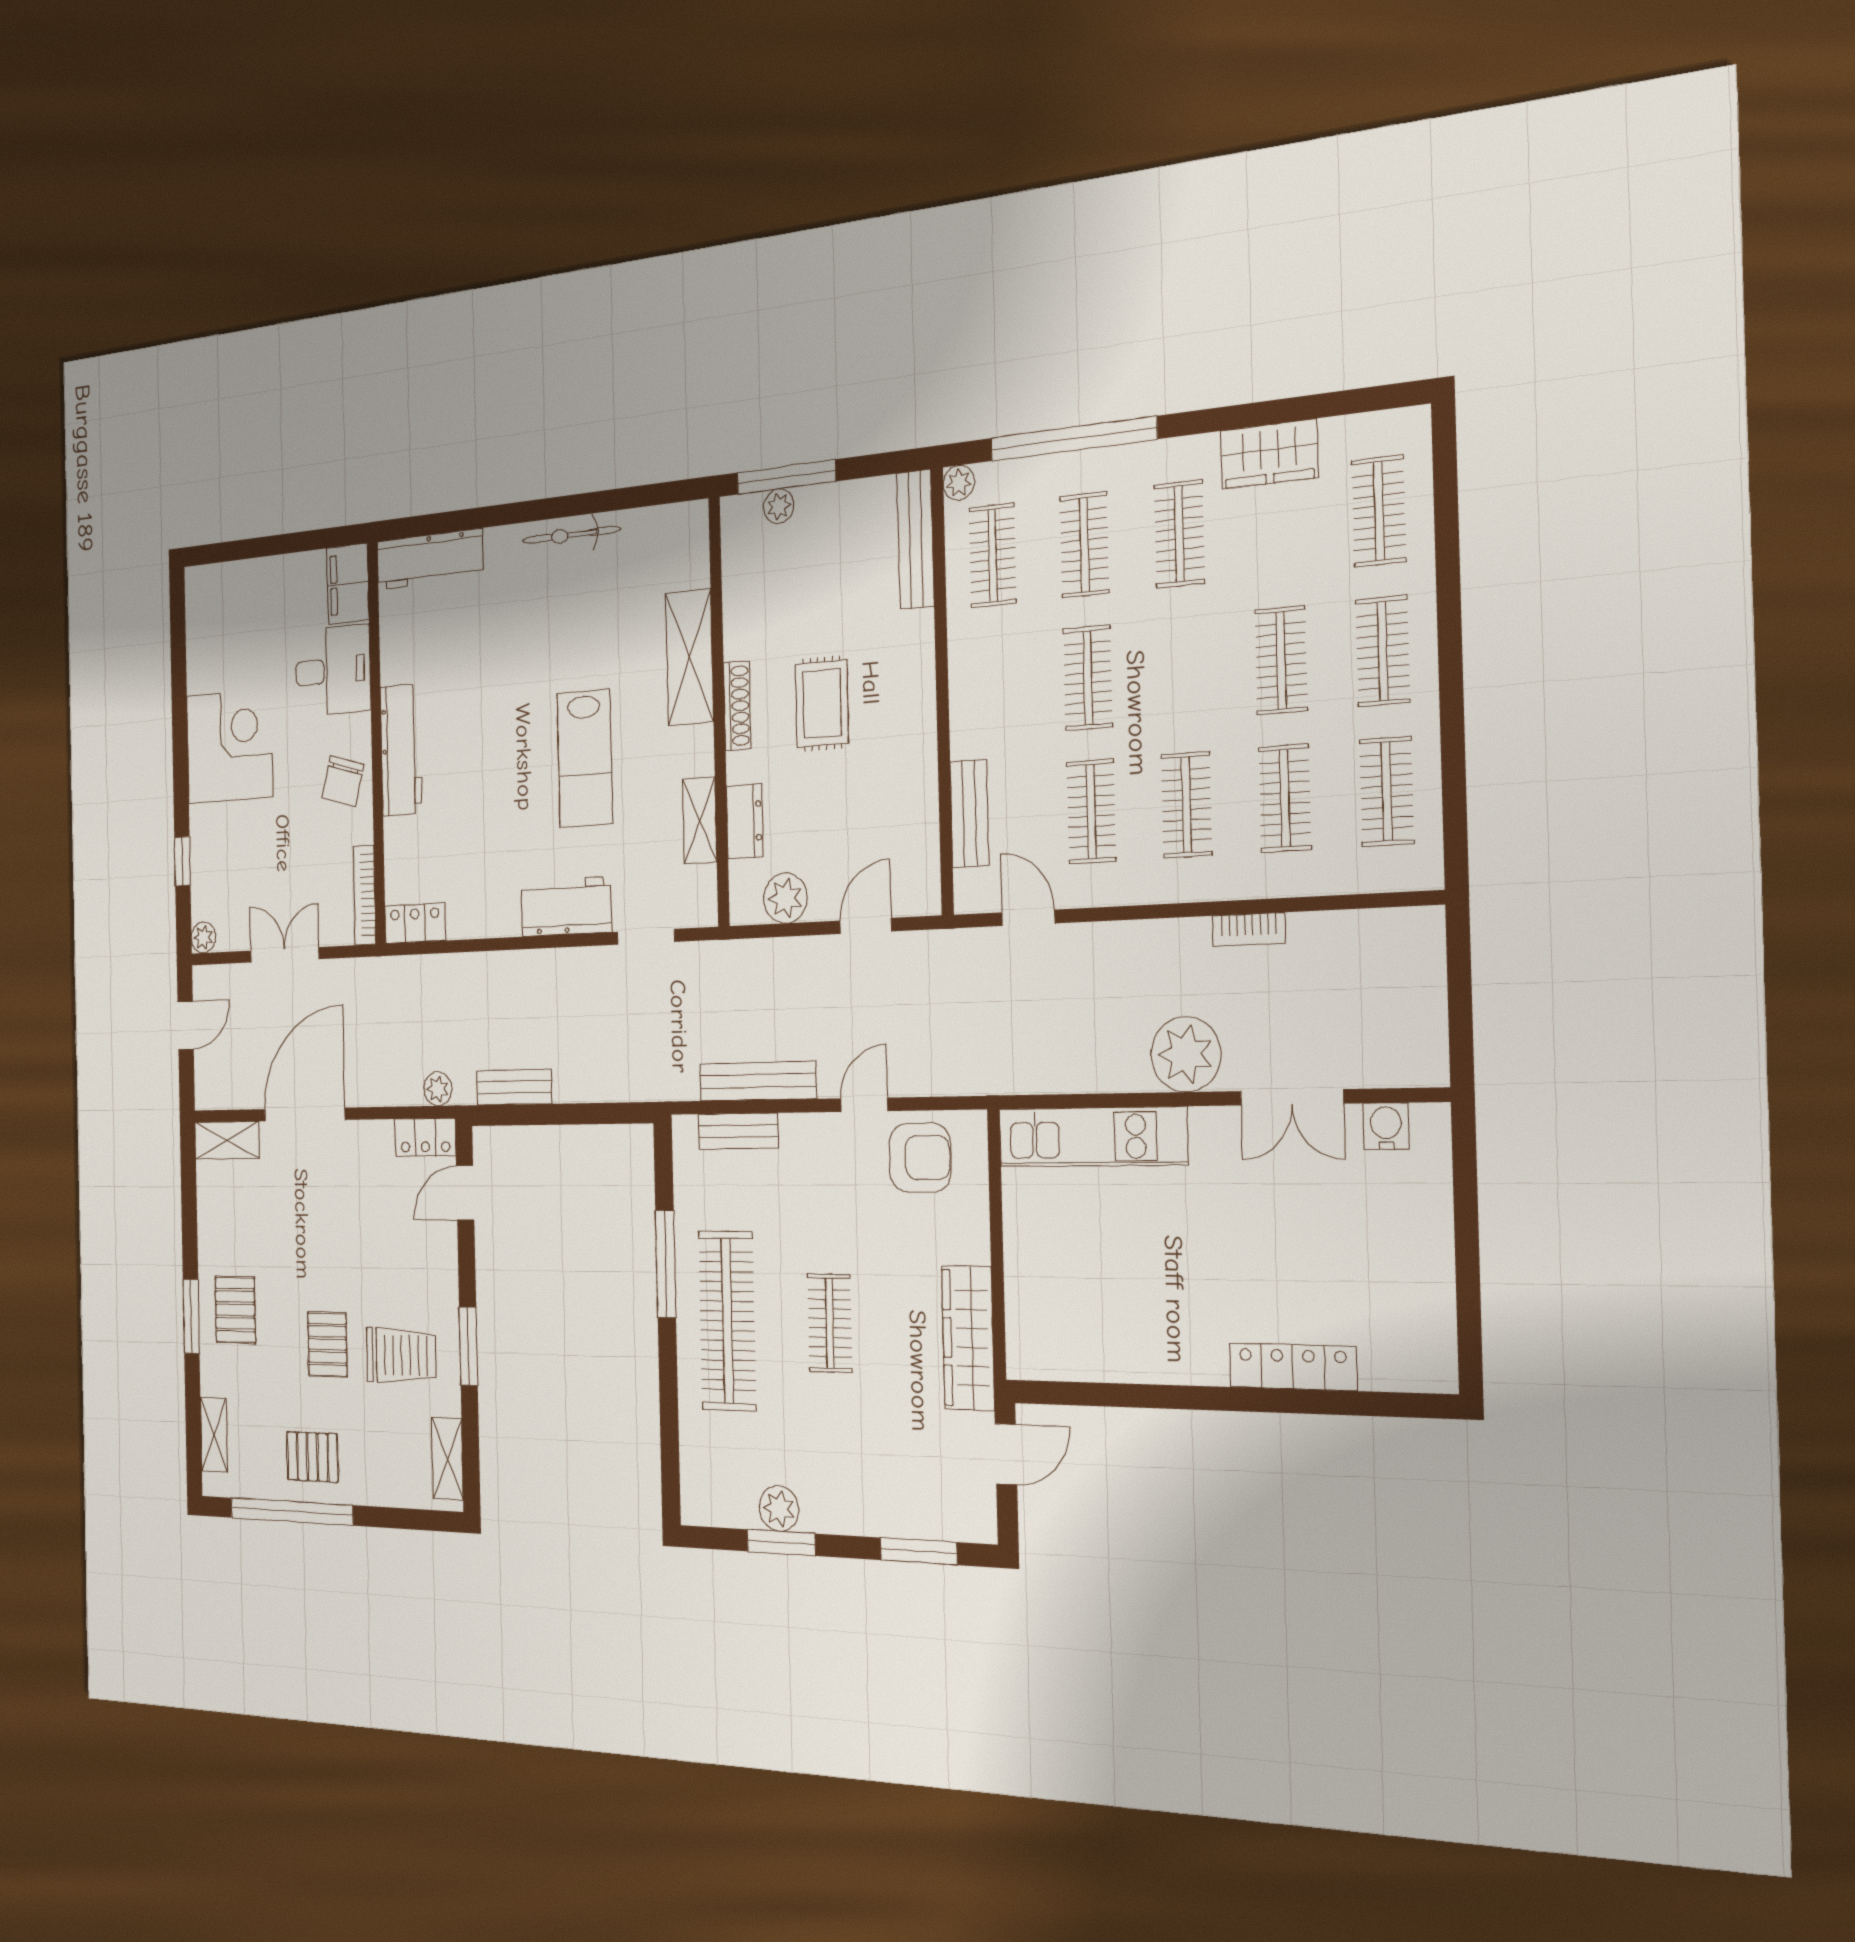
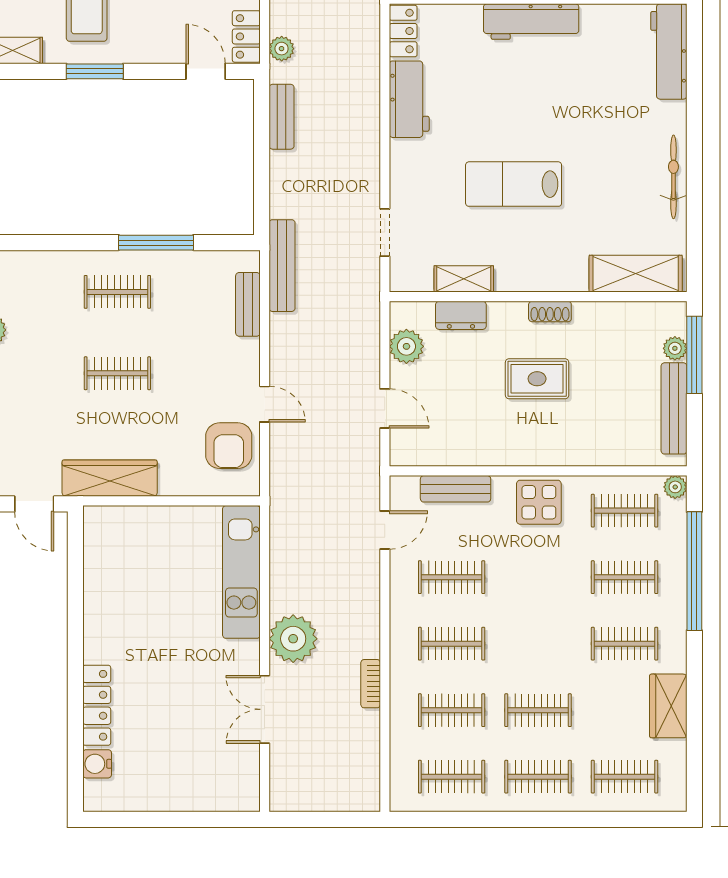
bench: (915, 540) -> (674, 408), moved, turned 90
shelving: (689, 657) -> (636, 274), moved
clothes rail: (1088, 678) -> (538, 577), removed
display table: (984, 686) -> (539, 502), added
shoe rack: (737, 706) -> (550, 311), width x0.70
workbench: (566, 907) -> (409, 99), moved
bench: (758, 1081) -> (282, 266), moved
water cooler: (1386, 1126) -> (97, 764), moved, turned 180
clothes rail: (727, 1321) -> (117, 292), width x0.54, depth x0.76

